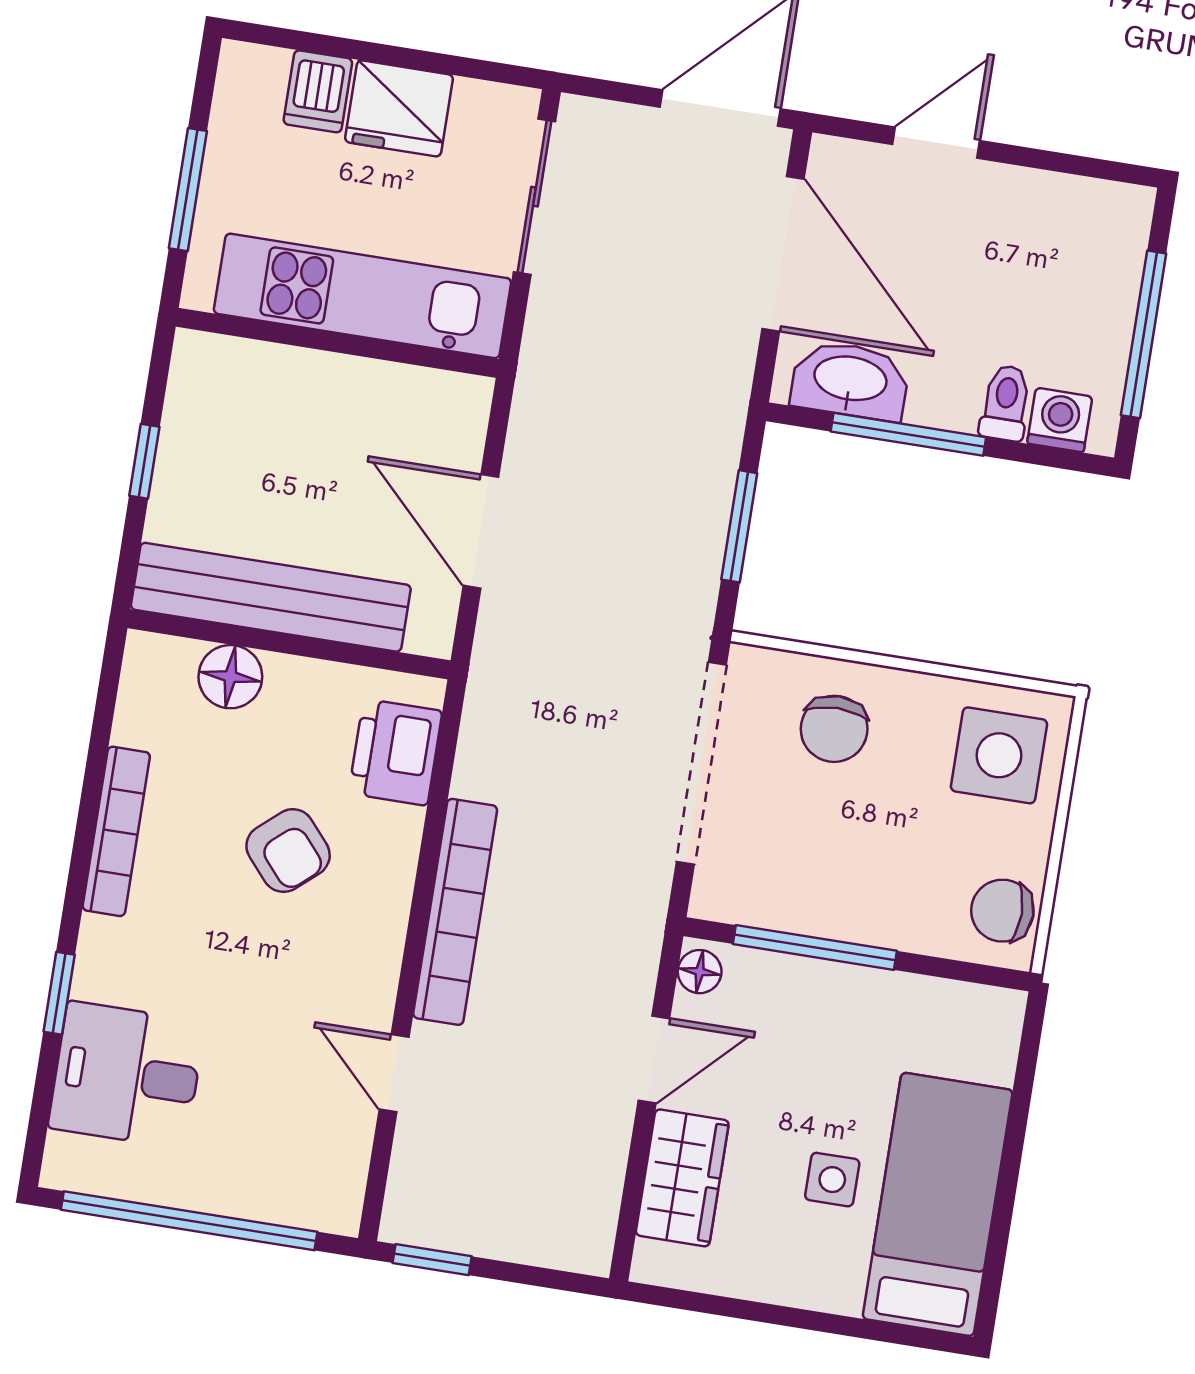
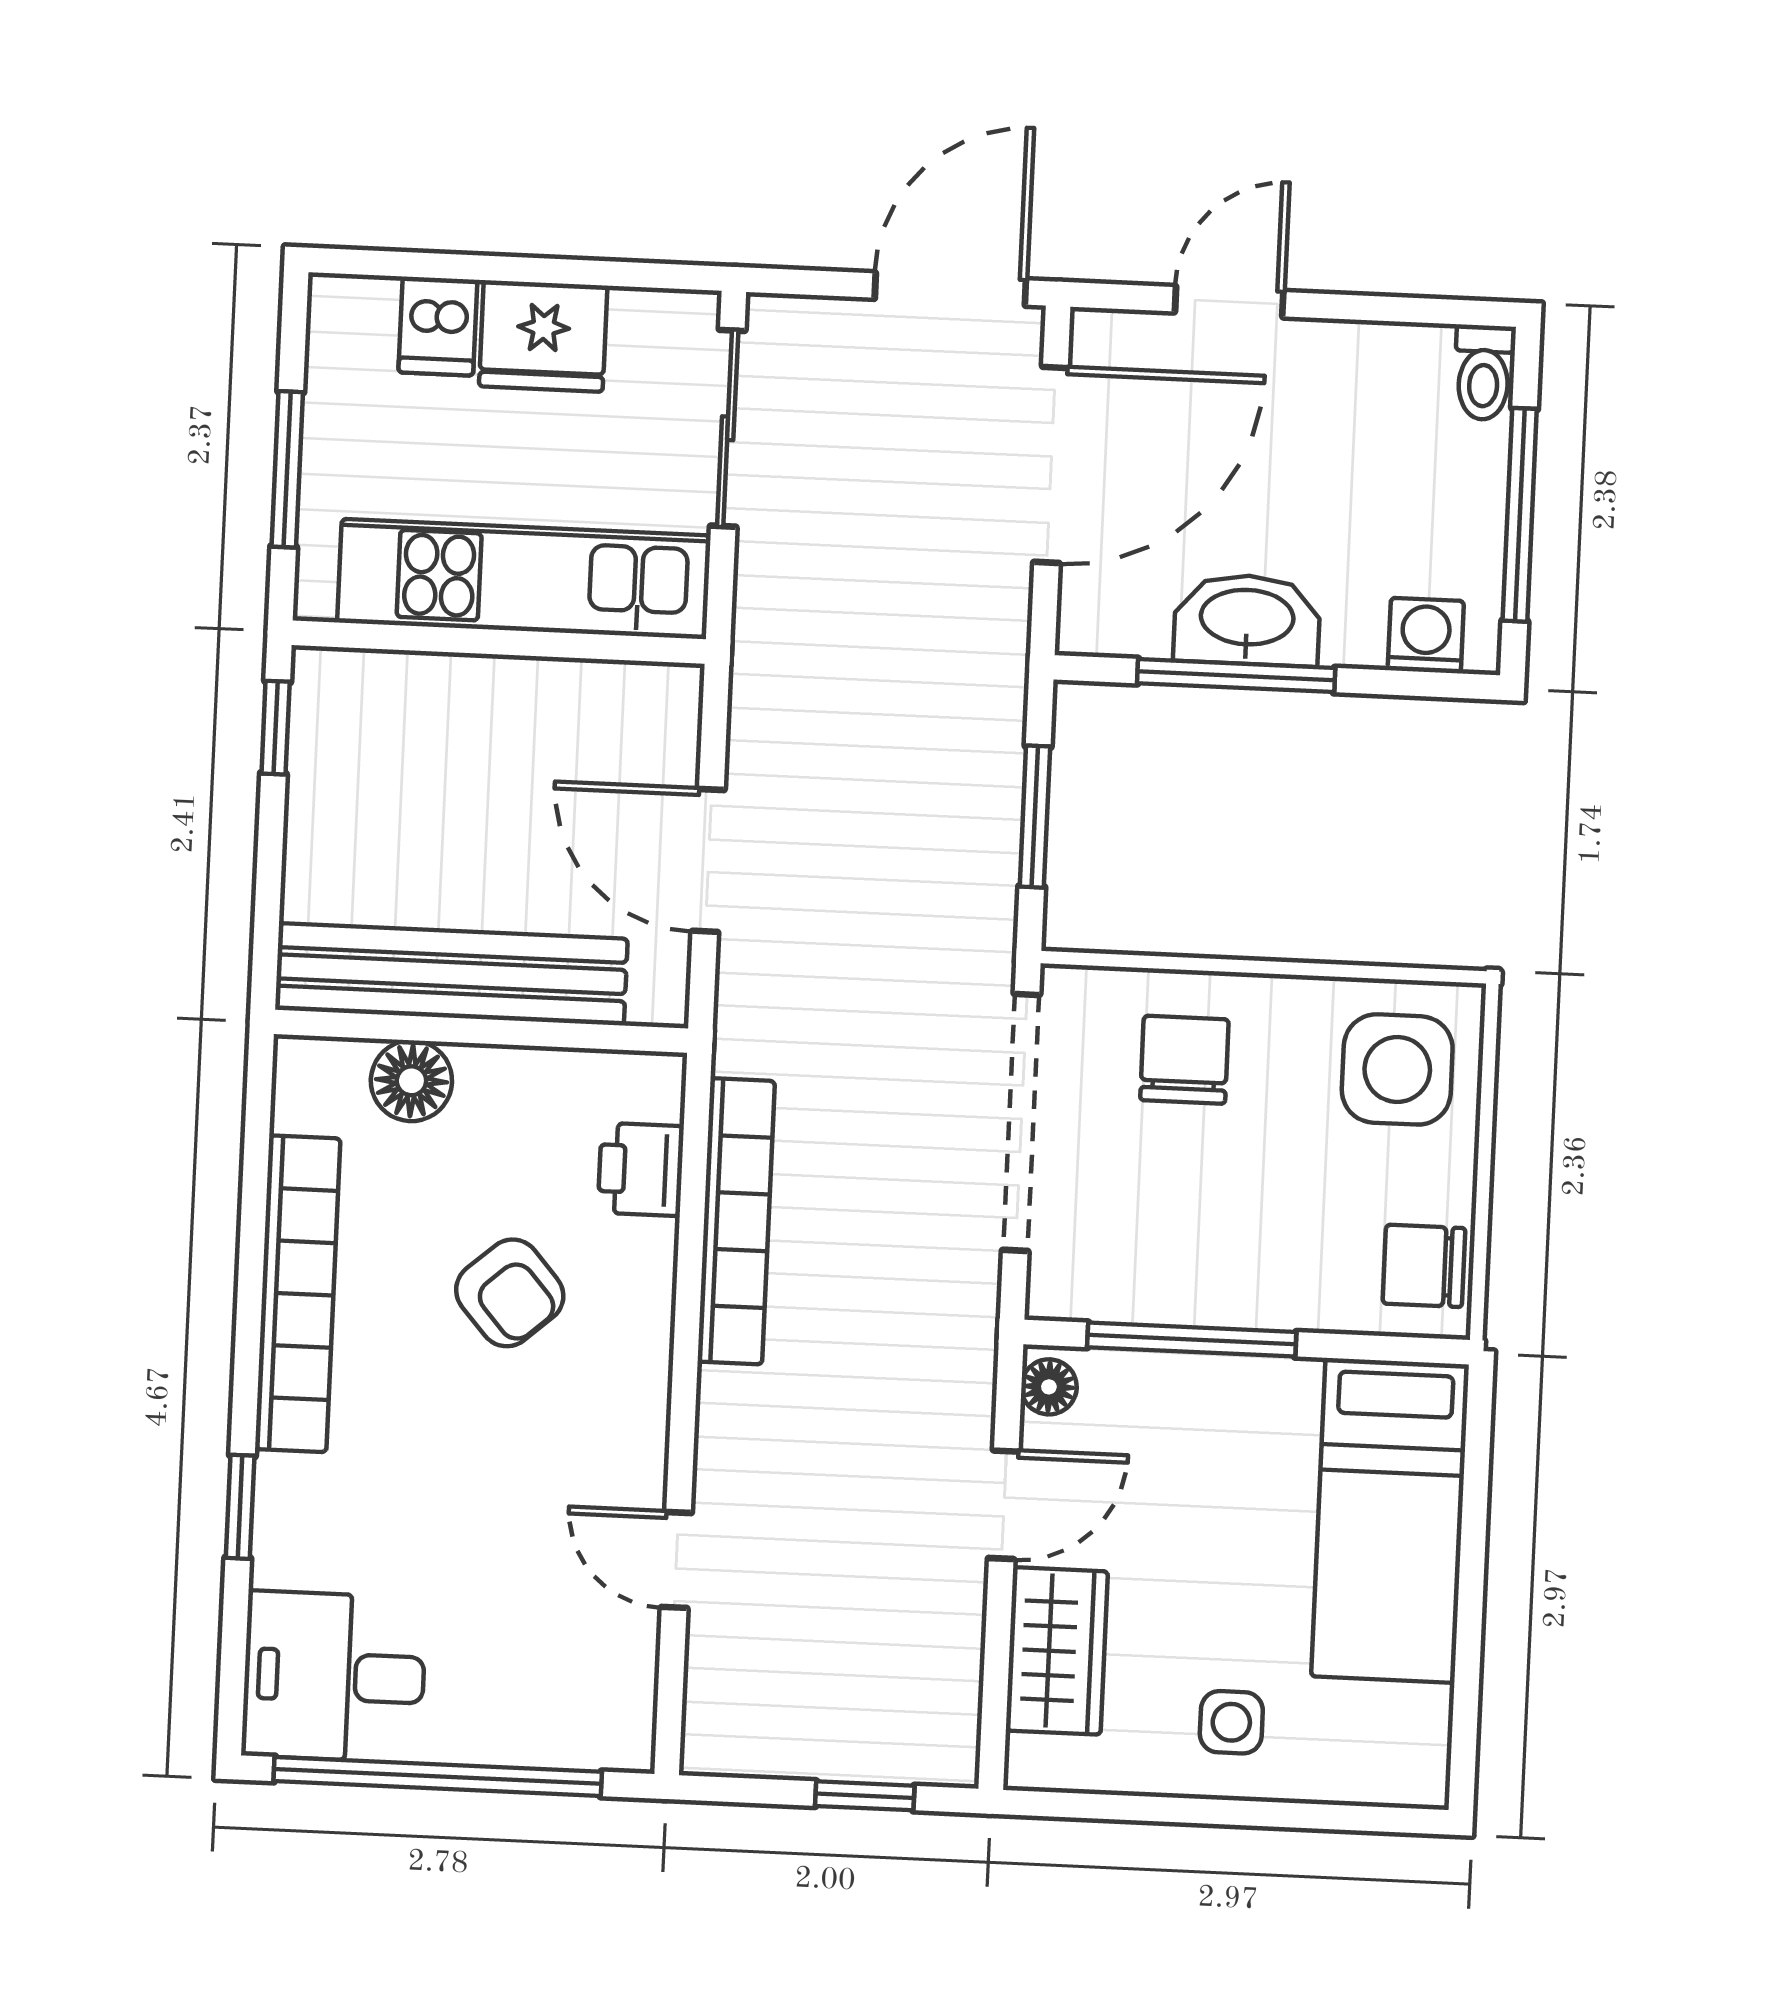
door: (783, 254) -> (1051, 465), hinge flipped
washbasin: (850, 380) -> (1247, 620), moved
toilet: (1005, 403) -> (1484, 372), moved, turned 180
window: (144, 461) -> (276, 728), moved
chair: (834, 729) -> (1184, 1060), turned 180
printer: (395, 752) -> (641, 1169), width x0.73, depth x0.81
bookcase: (116, 831) -> (298, 1294), width x1.48, depth x1.31
bookcase: (455, 912) -> (736, 1221), moved
desk: (127, 1075) -> (334, 1677), moved
side table: (832, 1180) -> (1231, 1722), moved
bed: (938, 1204) -> (1390, 1520), moved, turned 180
window: (432, 1260) -> (865, 1796), moved

